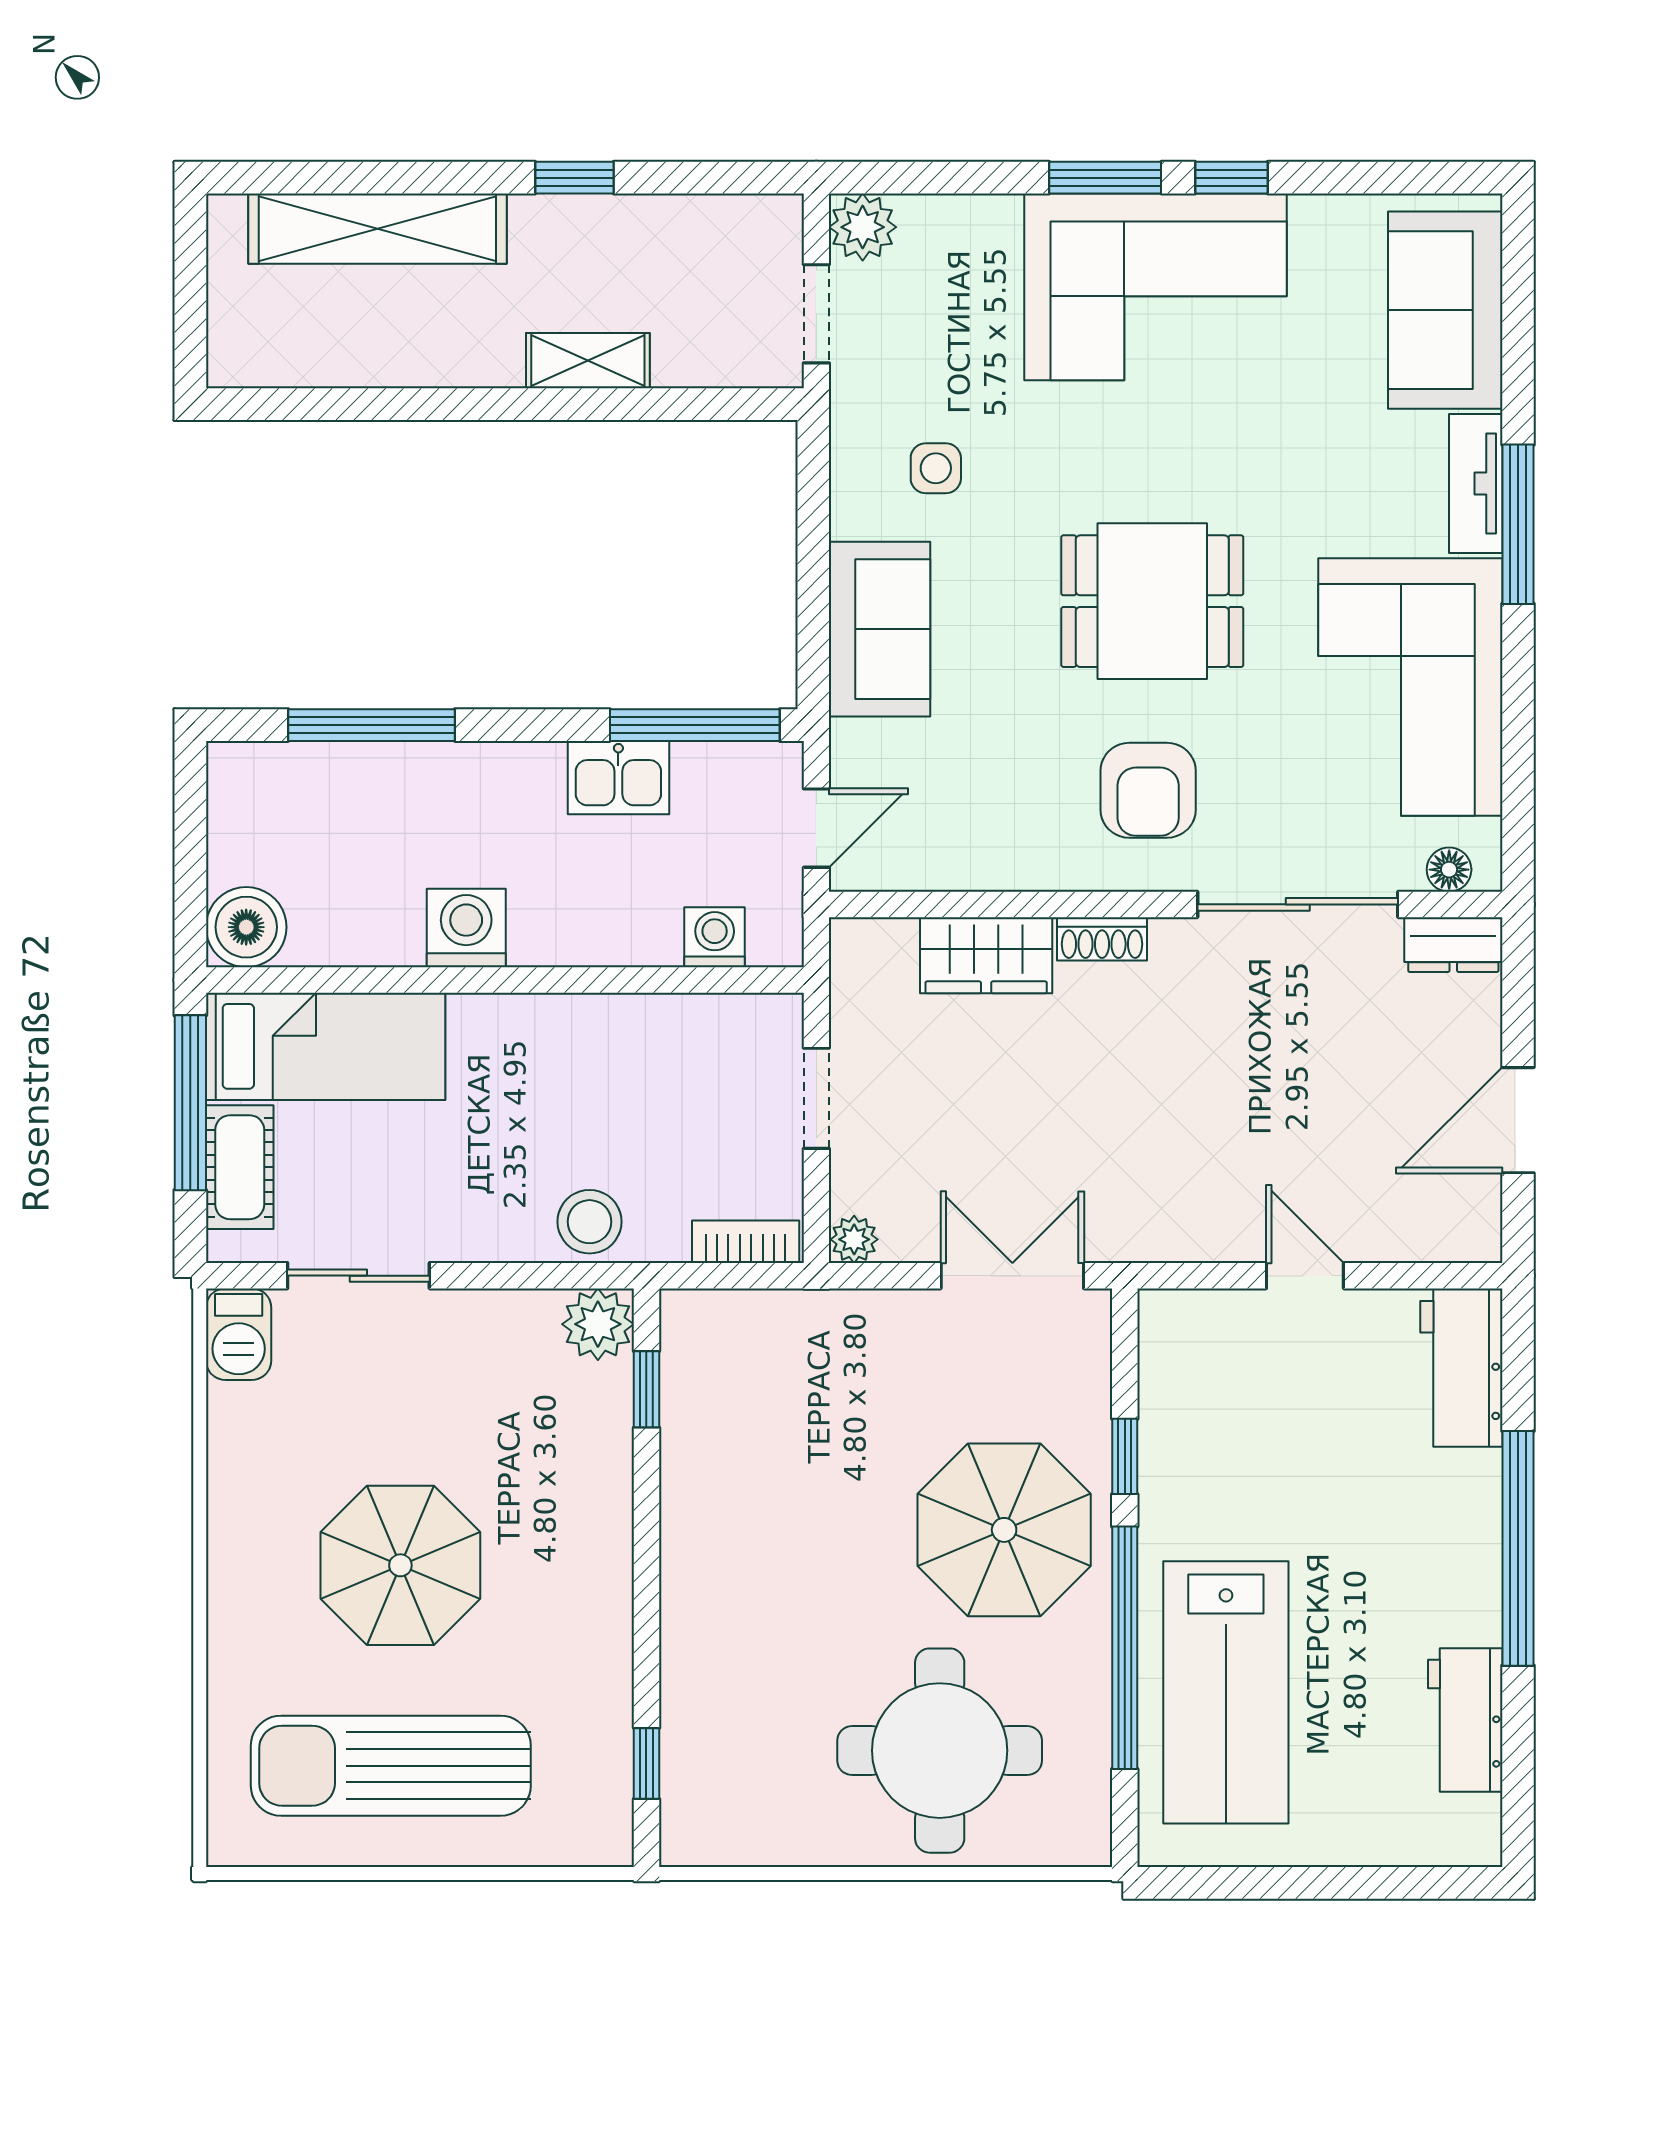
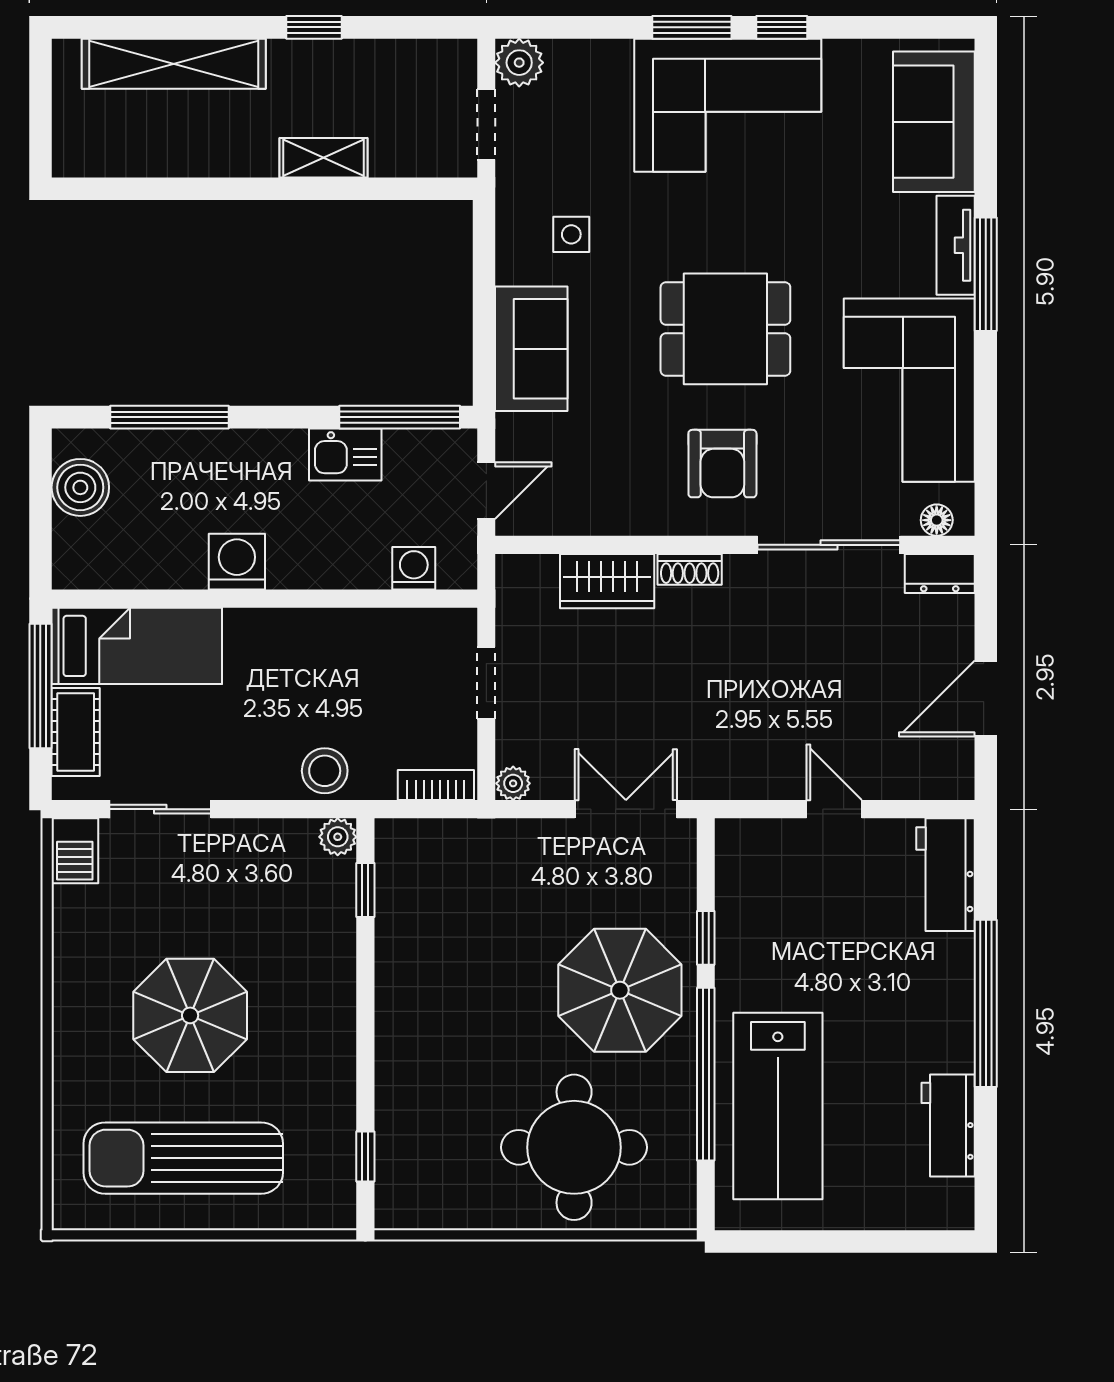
boiler: (246, 927) -> (80, 487), moved
plant: (598, 1324) -> (338, 837), width x0.73, depth x0.73

